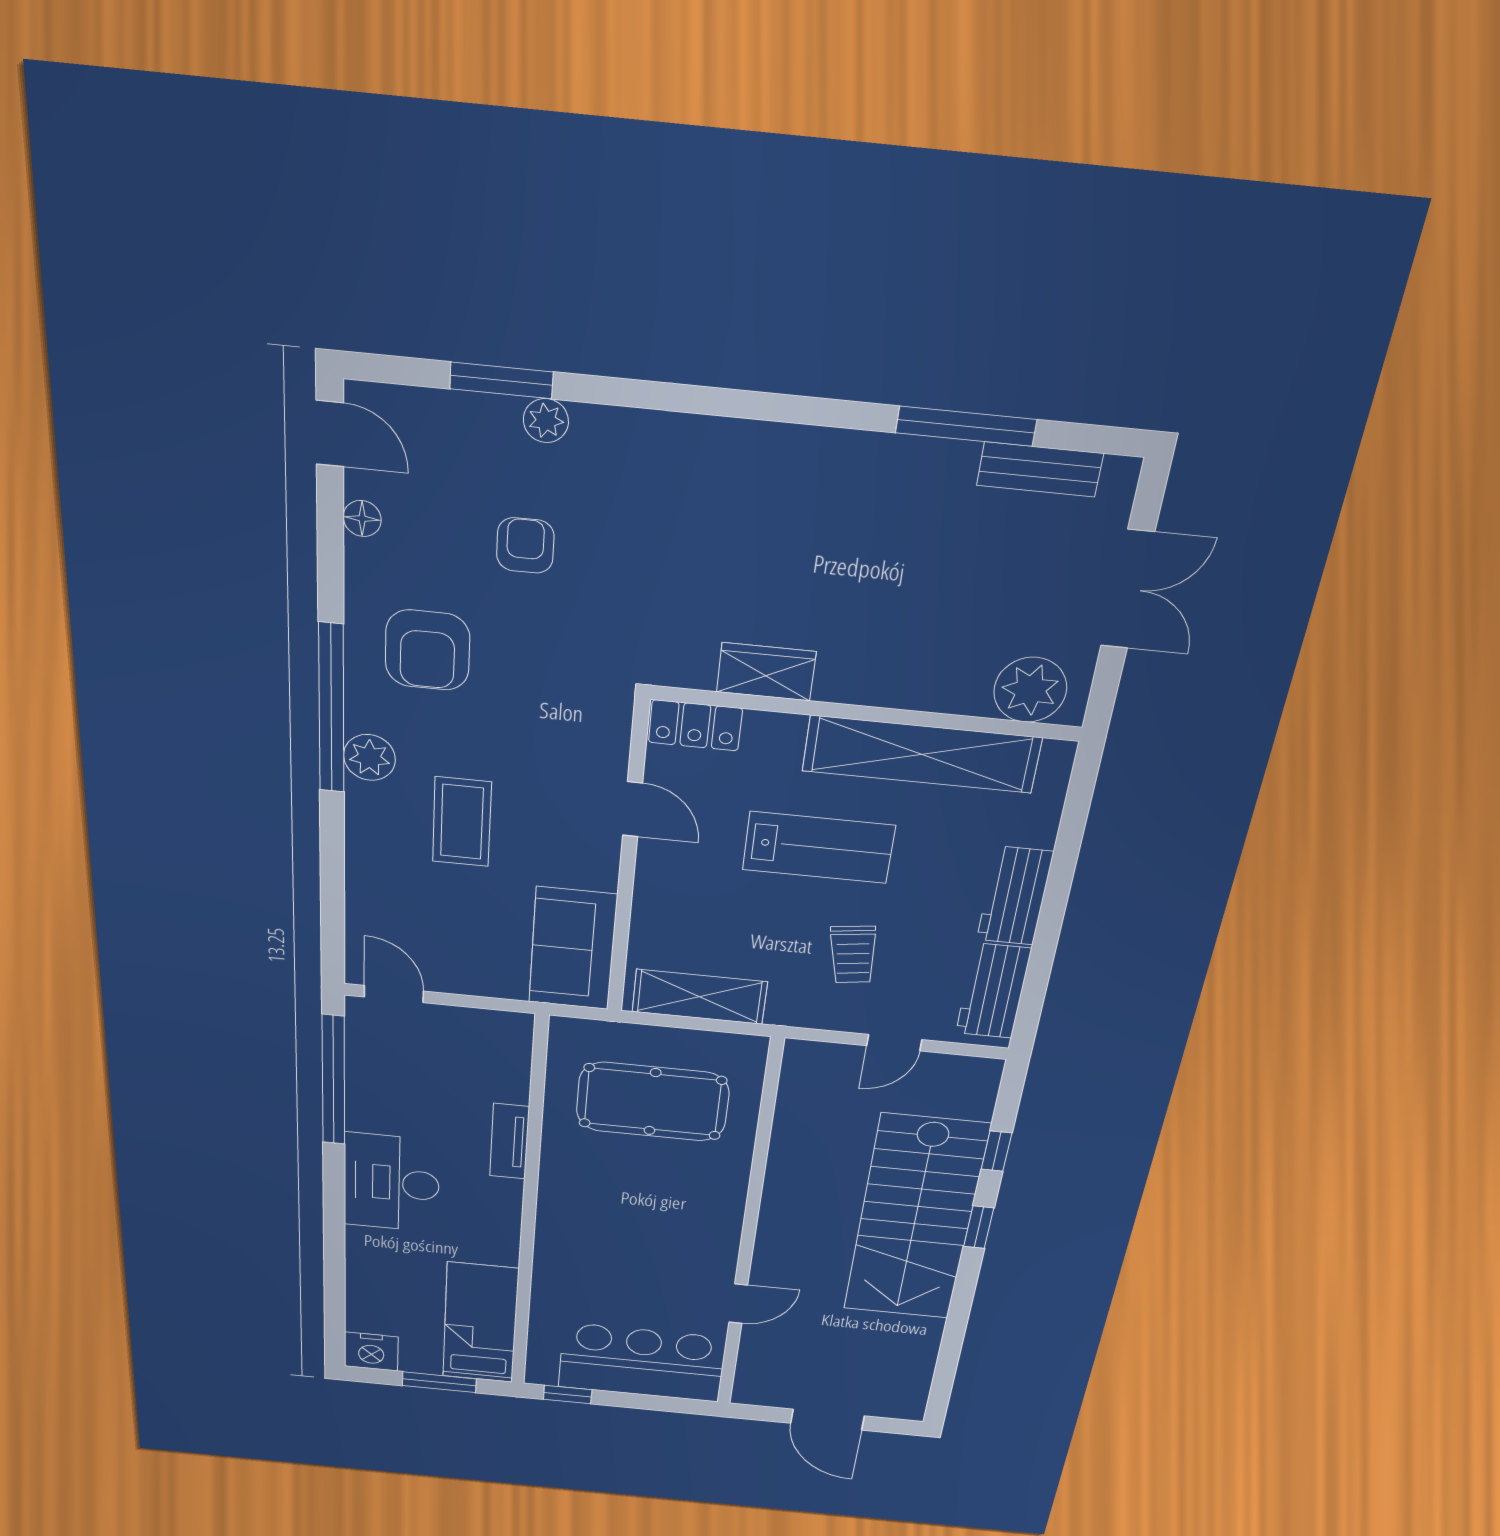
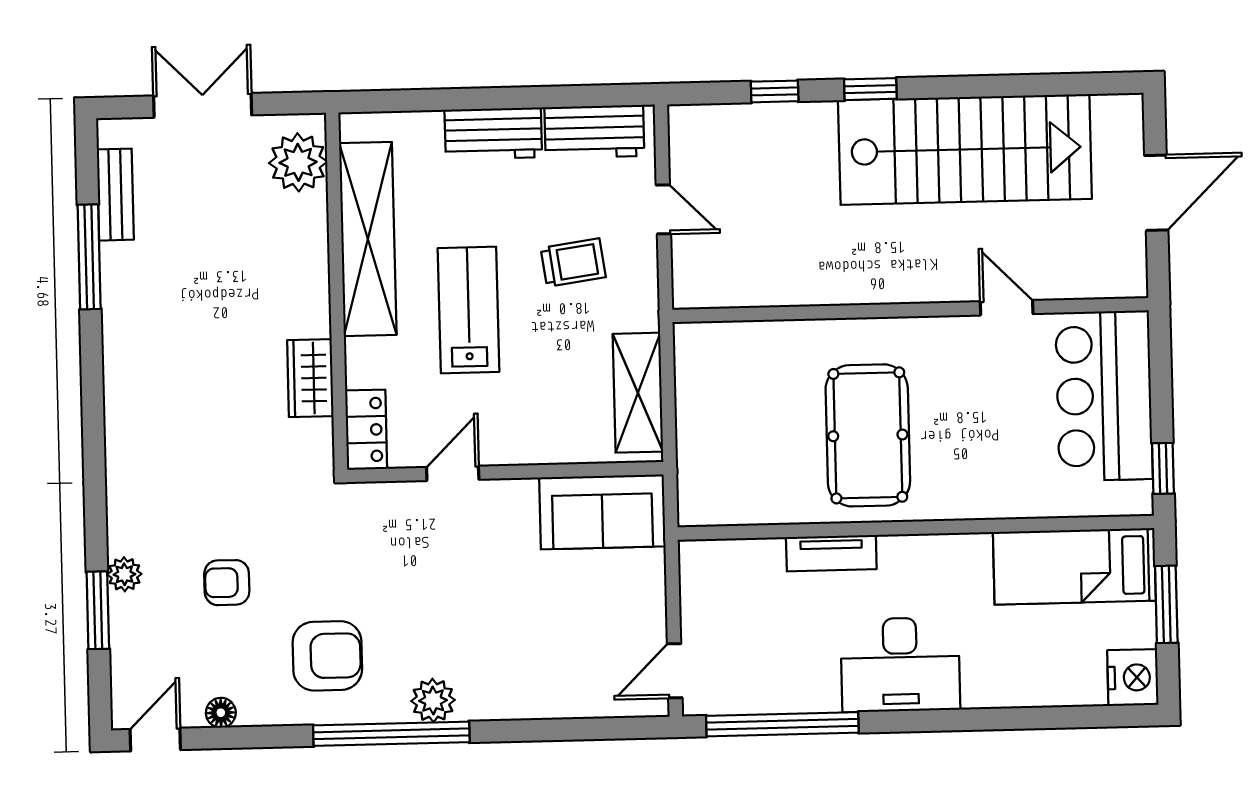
coffee table: (462, 822) -> (485, 619), removed
pool table: (653, 1102) -> (868, 435), moved
stairs: (915, 1219) -> (965, 149), moved

